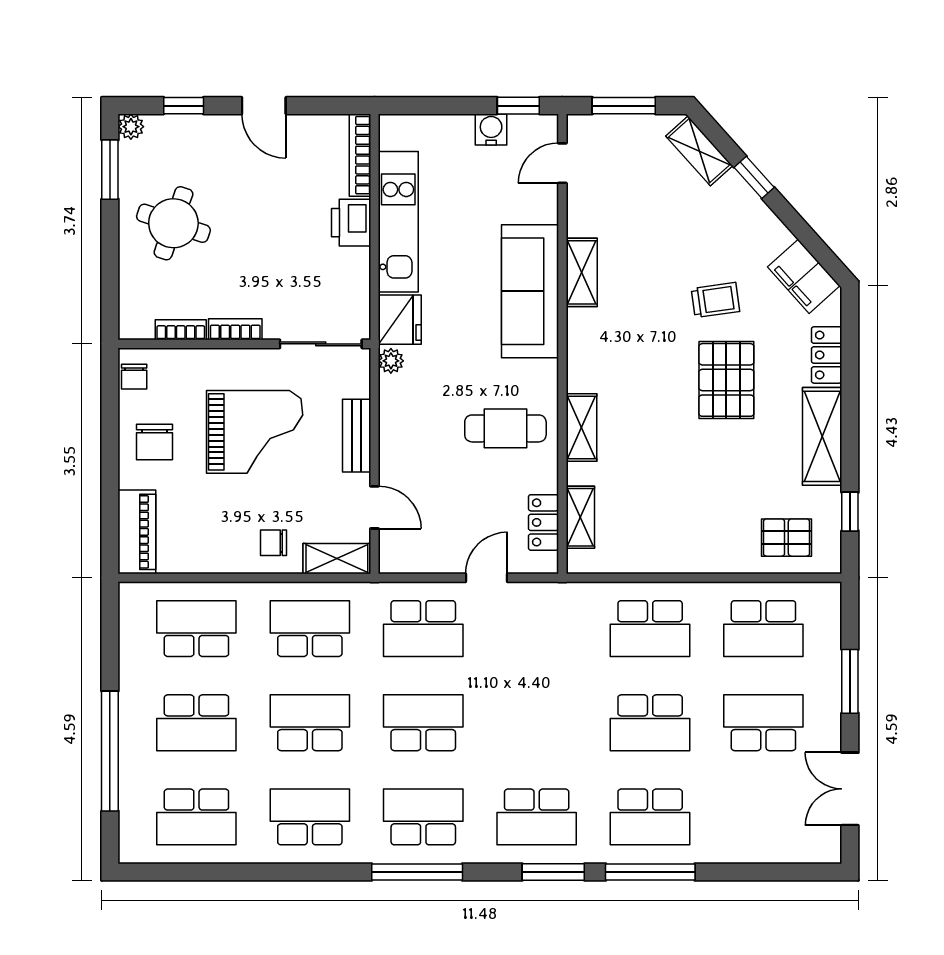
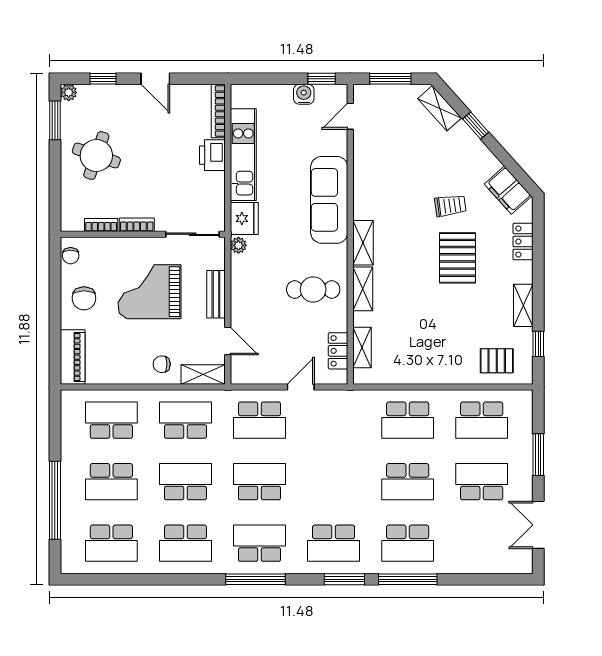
shelving: (582, 272) -> (363, 243), moved
grand piano: (255, 432) -> (149, 292), turned 180
shelving: (822, 436) -> (523, 305), width x0.67, depth x0.75
school desk: (310, 817) -> (185, 543), turned 180

